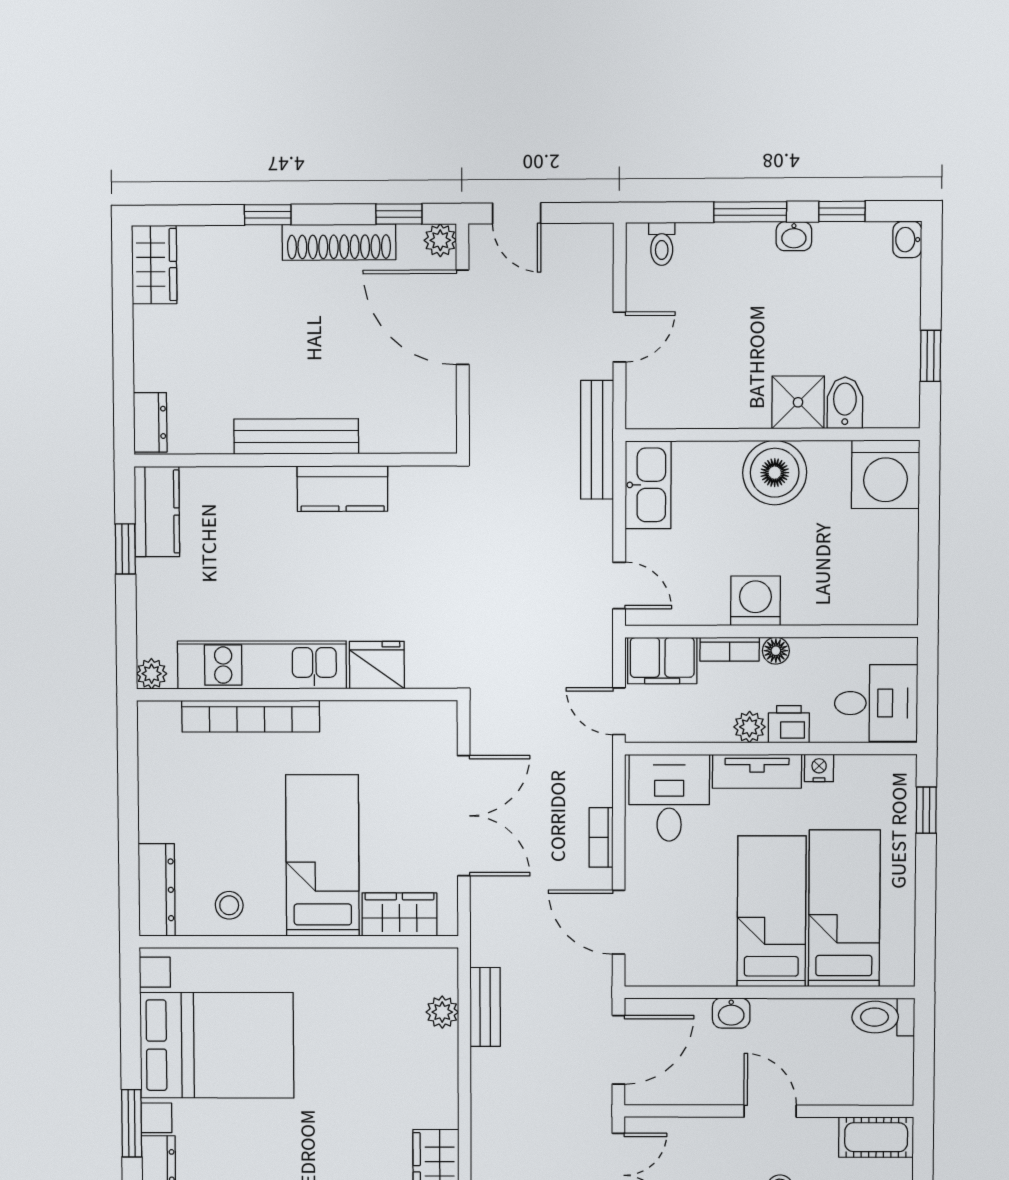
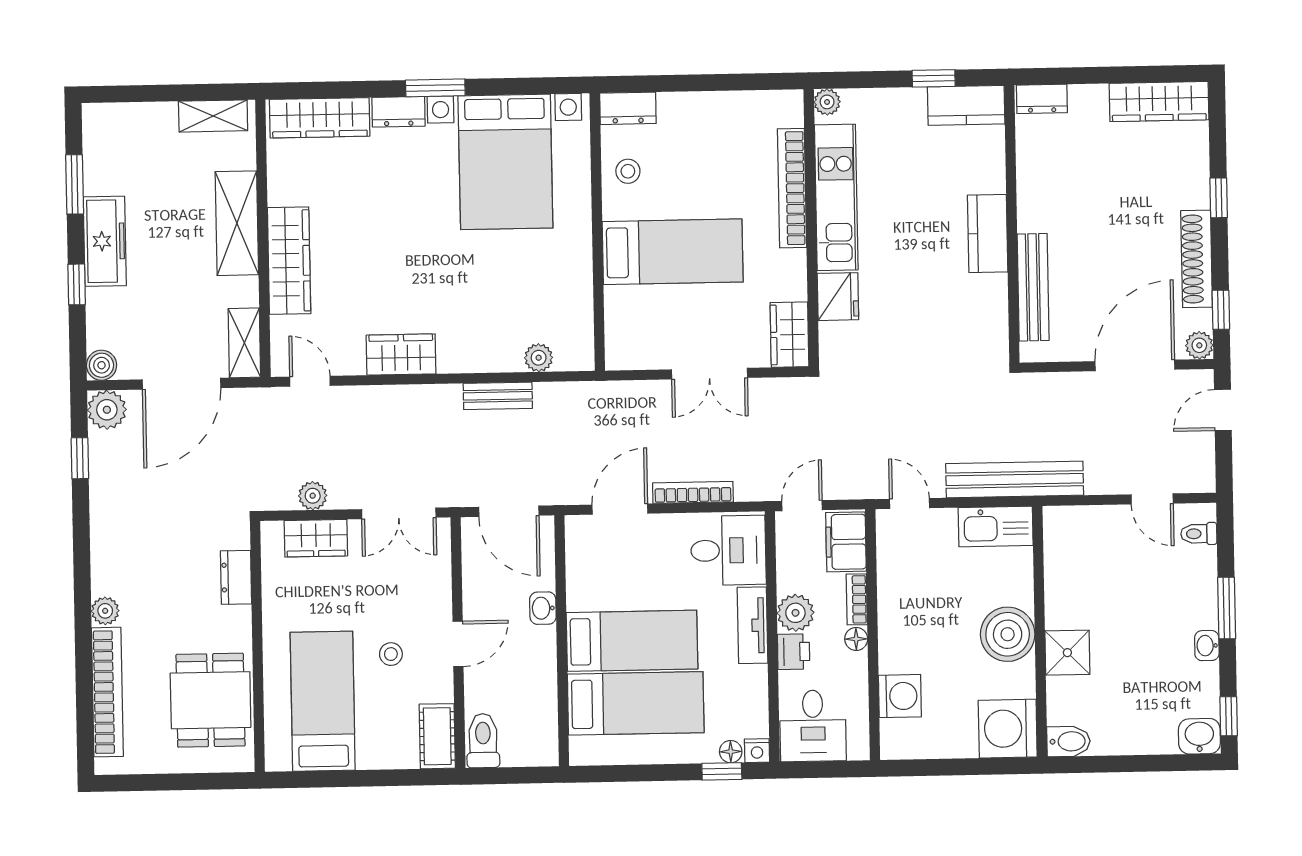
window: (842, 211) -> (1229, 716), moved
washbasin: (907, 240) -> (1199, 736), width x1.38, depth x1.45
wardrobe: (154, 265) -> (1159, 102), width x1.50
door: (620, 337) -> (1152, 499), moved
window: (931, 356) -> (1108, 764), removed
bidet: (845, 403) -> (1069, 741), moved
bench: (296, 436) -> (1033, 287), moved
bench: (597, 440) -> (1015, 479), width x1.37, depth x1.21
kitchen counter: (342, 489) -> (988, 233), moved
door: (619, 586) -> (909, 504), swing flipped
washing machine: (755, 601) -> (900, 696), moved
plant: (749, 727) -> (795, 613), width x1.38, depth x1.38
nightstand: (819, 768) -> (757, 751), moved, turned 90
floor lamp: (903, 799) -> (731, 752), added
double door: (464, 816) -> (709, 374), width x0.73
bookcase: (601, 837) -> (693, 492), width x1.56
dresser: (157, 890) -> (628, 108), width x0.70
wardrobe: (400, 915) -> (789, 335), moved, turned 180
bench: (485, 1007) -> (498, 396), moved
toilet: (883, 1017) -> (483, 741), moved

